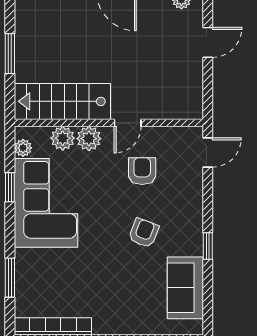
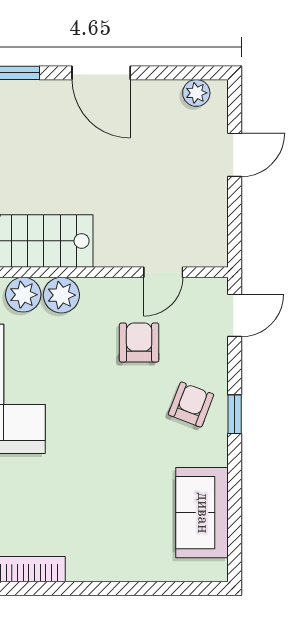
door: (128, 123) -> (163, 272), moved
armchair: (144, 233) -> (191, 404), moved
window: (208, 246) -> (235, 414), moved

